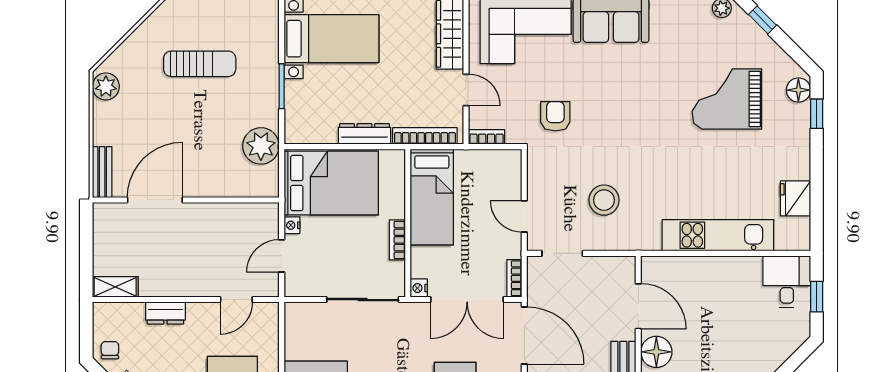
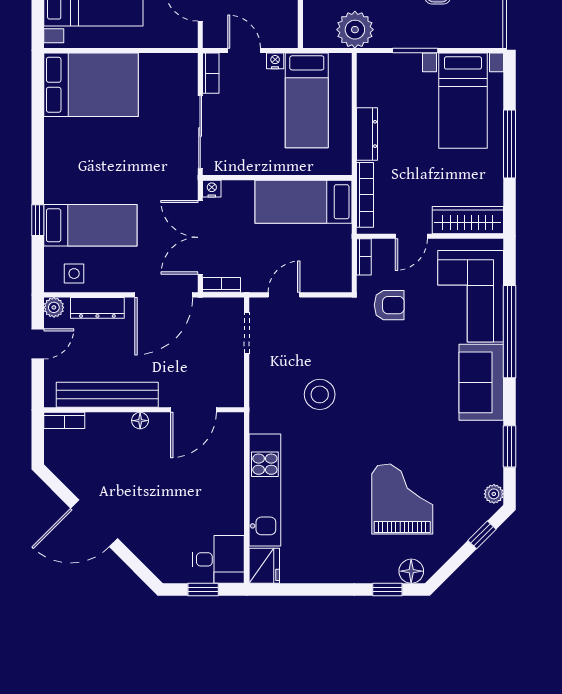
armchair: (555, 116) -> (389, 305), moved
bed: (331, 183) -> (307, 100), width x0.67
fridge: (796, 198) -> (264, 566), moved, turned 90
stool: (604, 200) -> (320, 394), moved
bookcase: (397, 240) -> (211, 73), moved, turned 90
floor lamp: (656, 352) -> (140, 421), width x0.53, depth x0.53

